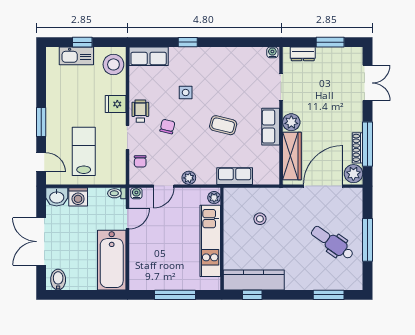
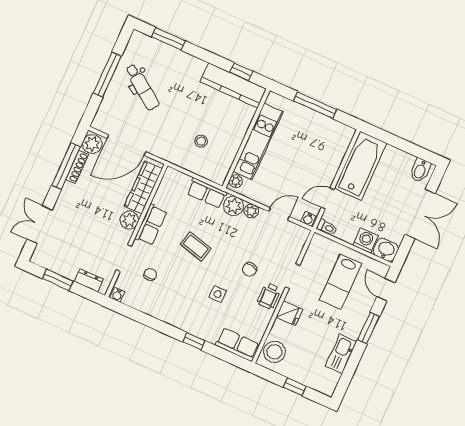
kitchen sink: (76, 56) -> (341, 354), moved, turned -90
chair: (140, 161) -> (150, 275), moved
plant: (206, 175) -> (234, 206), added

